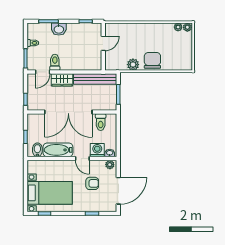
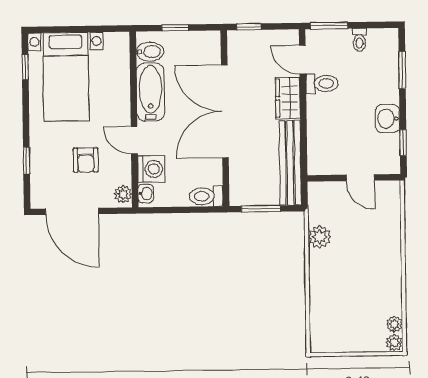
washbasin: (59, 29) -> (388, 119), moved
chair: (152, 60) -> (328, 275), removed
toilet: (101, 122) -> (206, 196), moved
door: (82, 159) -> (134, 140), hinge flipped

